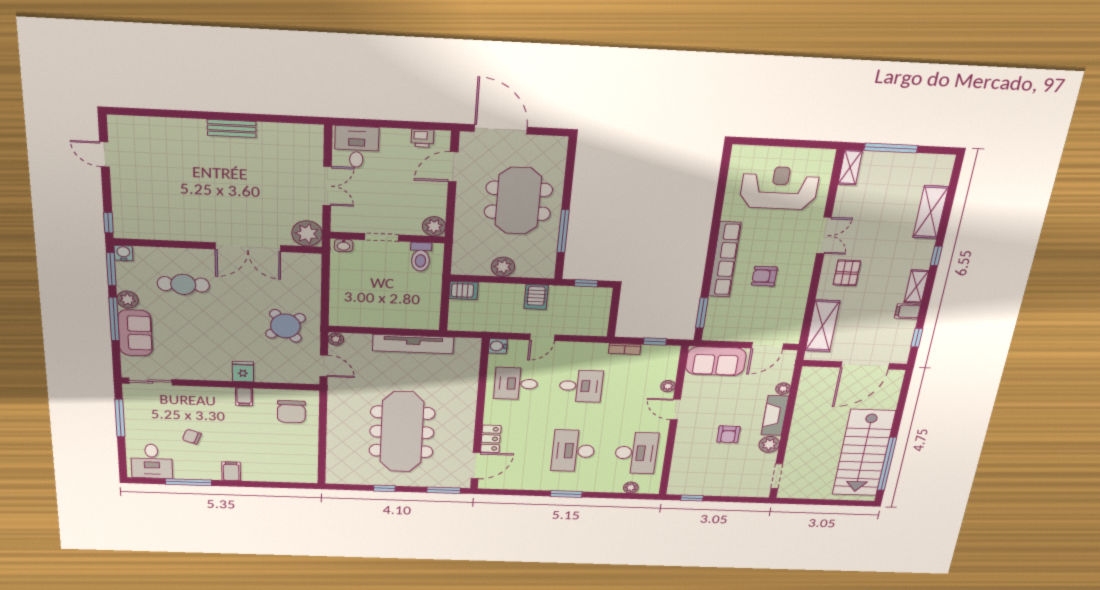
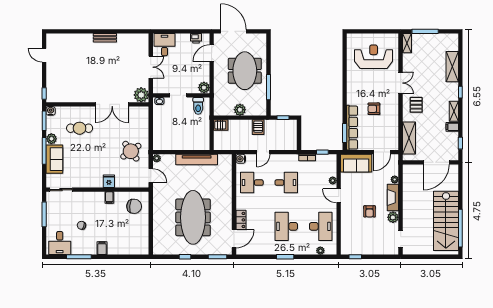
row of seats: (725, 259) -> (352, 128), moved
chair: (291, 412) -> (134, 206), turned -84

